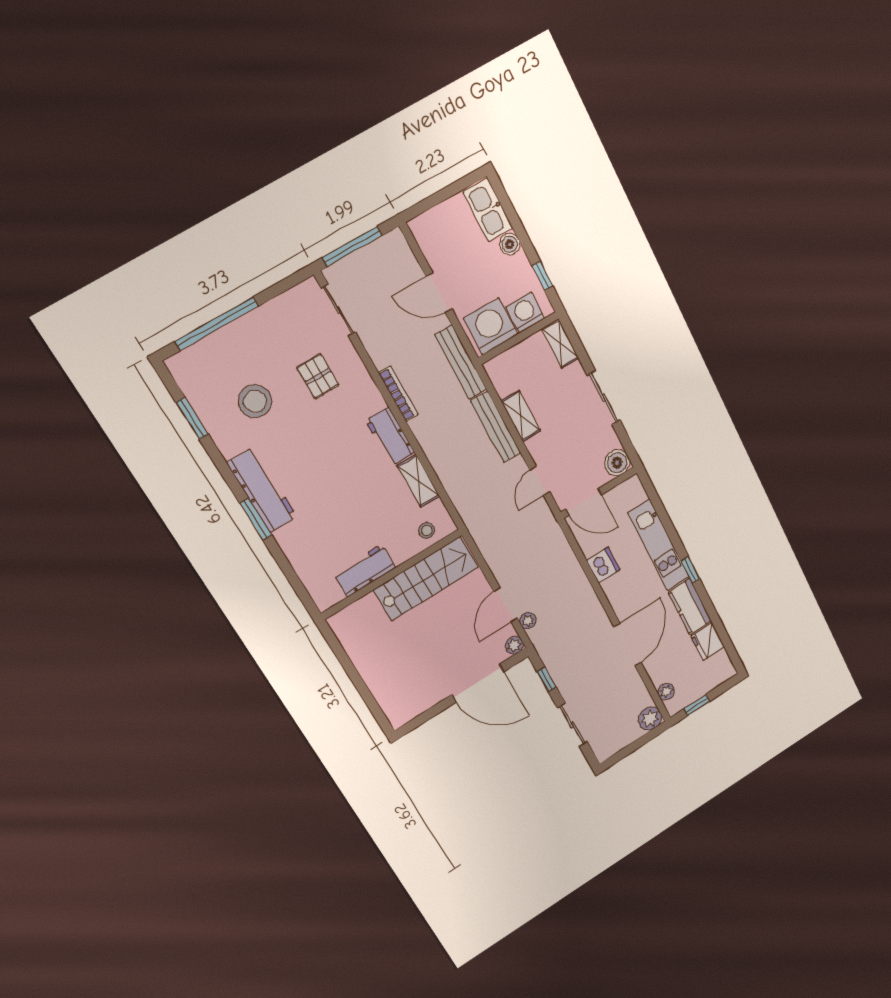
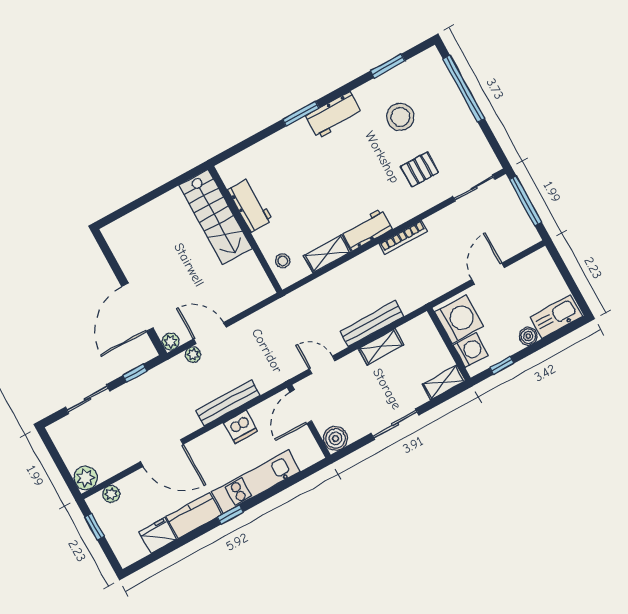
bench: (461, 362) -> (228, 403), moved
workbench: (262, 490) -> (334, 115), width x0.73
stairs: (426, 579) -> (216, 217), moved

